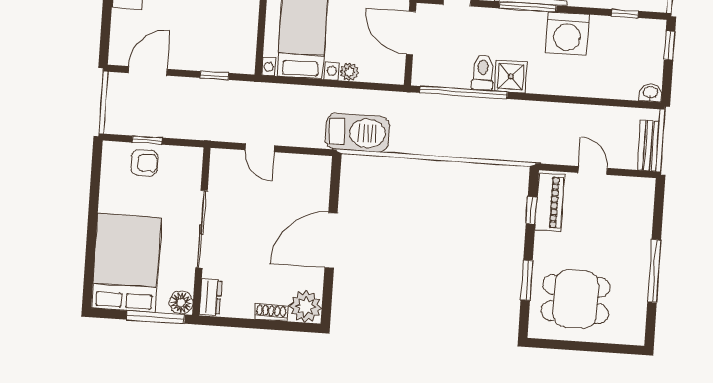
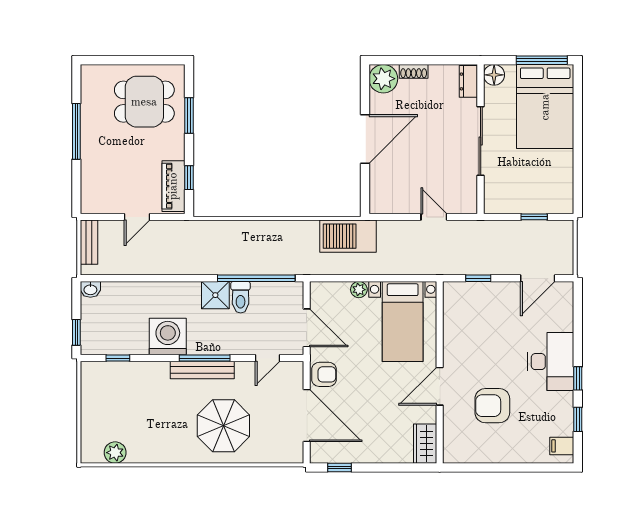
armchair: (144, 163) -> (535, 196), removed
door: (593, 170) -> (137, 217), hinge flipped
window: (156, 317) -> (542, 60), moved

